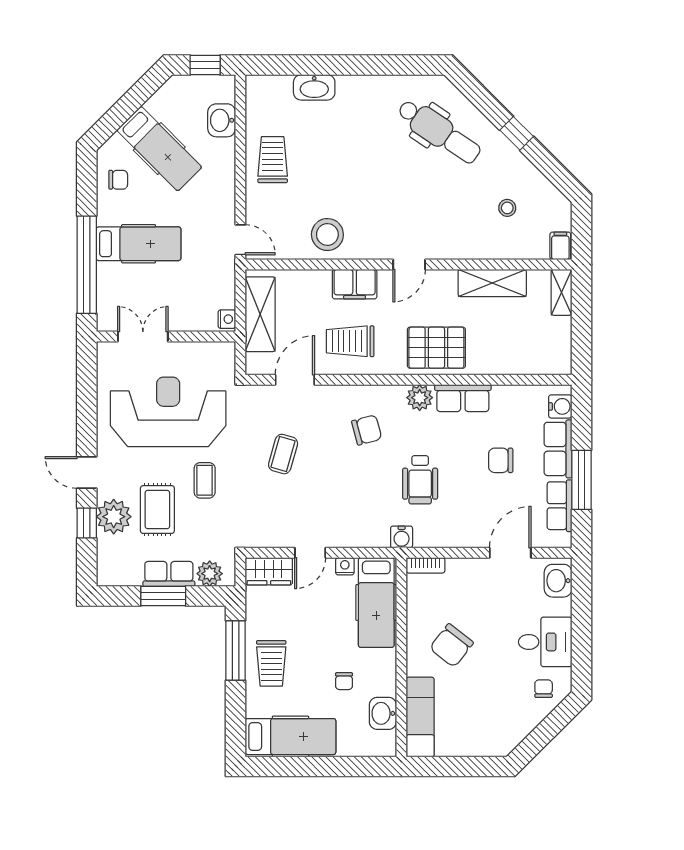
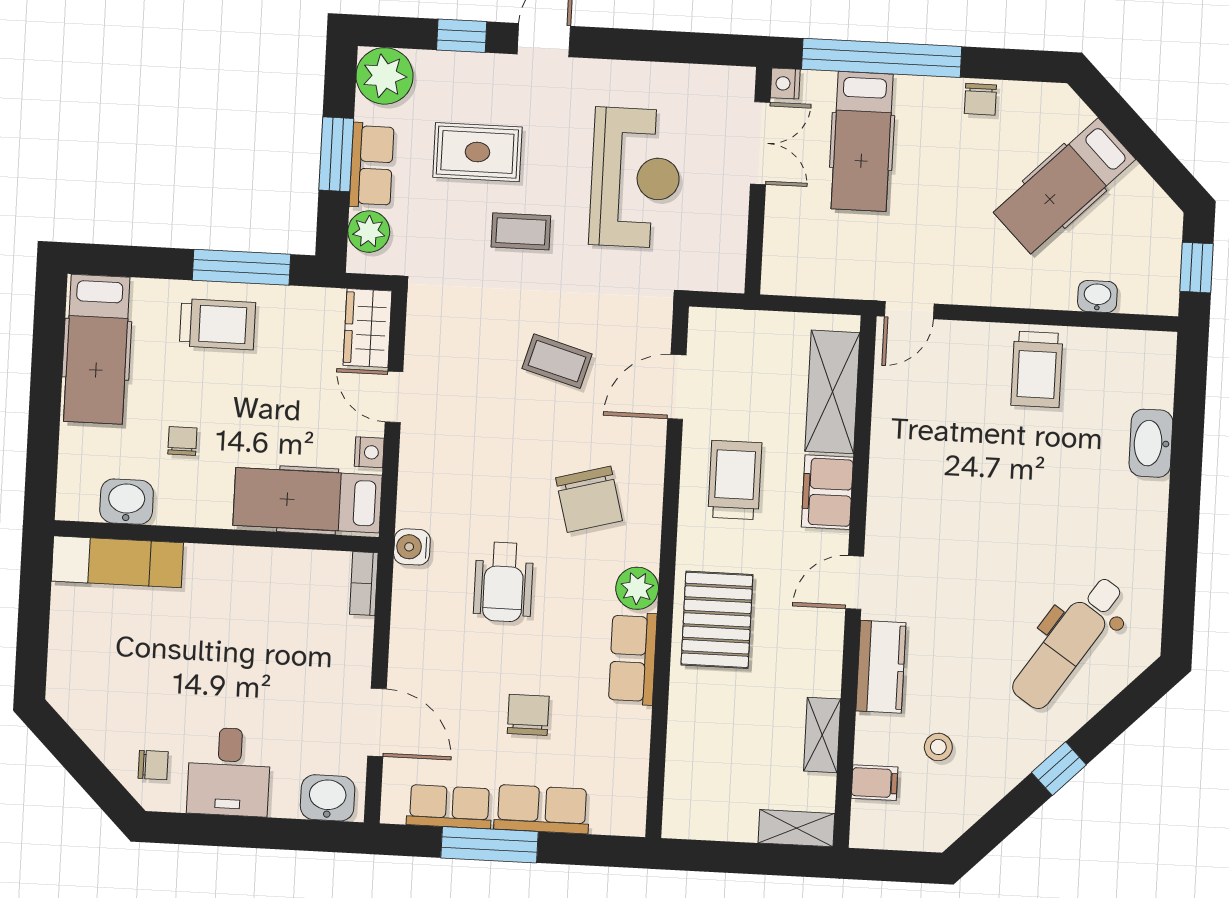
washbasin: (222, 120) -> (1097, 296), width x0.72, depth x0.69
trolley: (273, 160) -> (1037, 369), turned 90
chair: (118, 180) -> (980, 99), moved
stool: (327, 235) -> (910, 452), removed
hospital bed: (139, 244) -> (862, 141), moved
kitchen counter: (460, 246) -> (881, 667), added
filing cabinet: (560, 246) -> (875, 783), moved
door: (409, 264) -> (855, 582), hinge flipped
shelving: (492, 283) -> (822, 735), width x0.67, depth x0.75
shelving: (260, 314) -> (832, 392), moved, turned 90
nightstand: (227, 319) -> (785, 83), moved, turned 90
door: (295, 380) -> (677, 387), swing flipped
water cooler: (560, 406) -> (611, 816), removed
reception desk: (168, 412) -> (635, 178), width x0.74, depth x0.77
chair: (367, 430) -> (589, 499), width x1.37, depth x1.37
wheelchair: (420, 480) -> (503, 582), turned -90
plant: (114, 517) -> (384, 76), moved
chair: (451, 645) -> (231, 619), removed
trolley: (271, 663) -> (218, 324), turned 180
chair: (344, 681) -> (182, 441), turned 90

